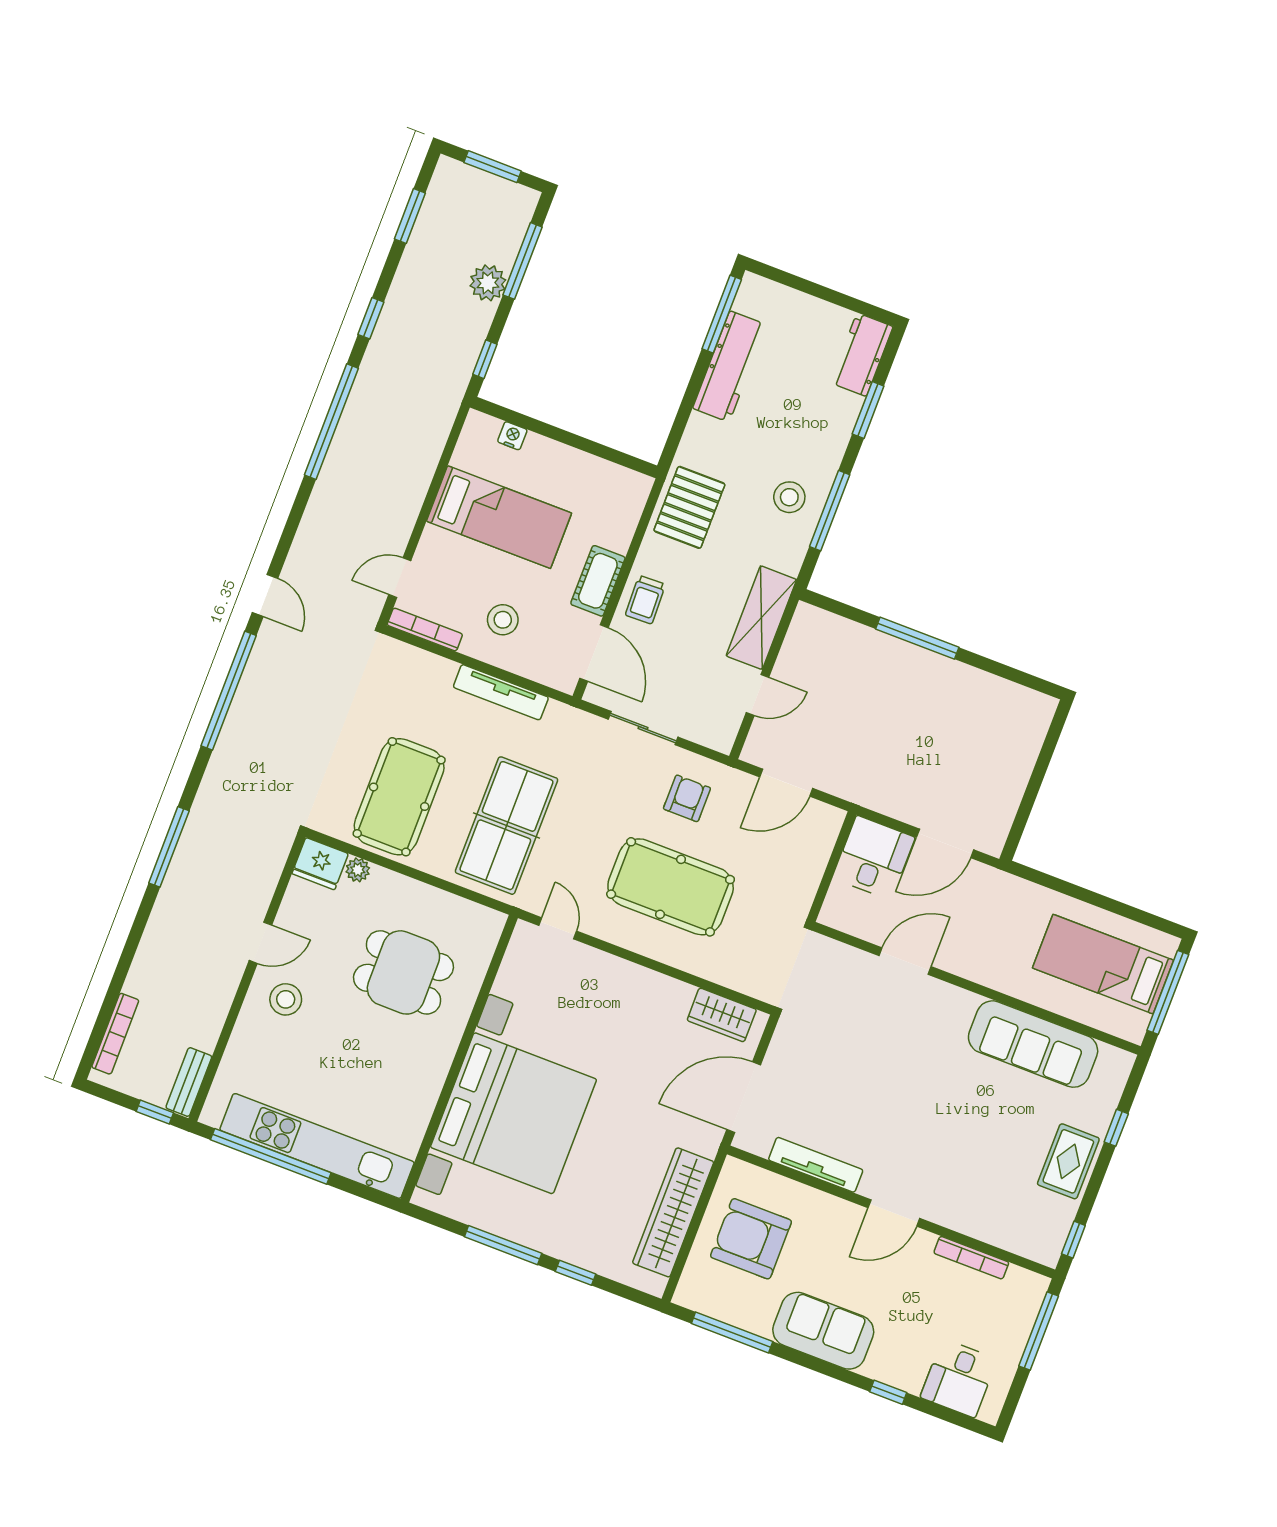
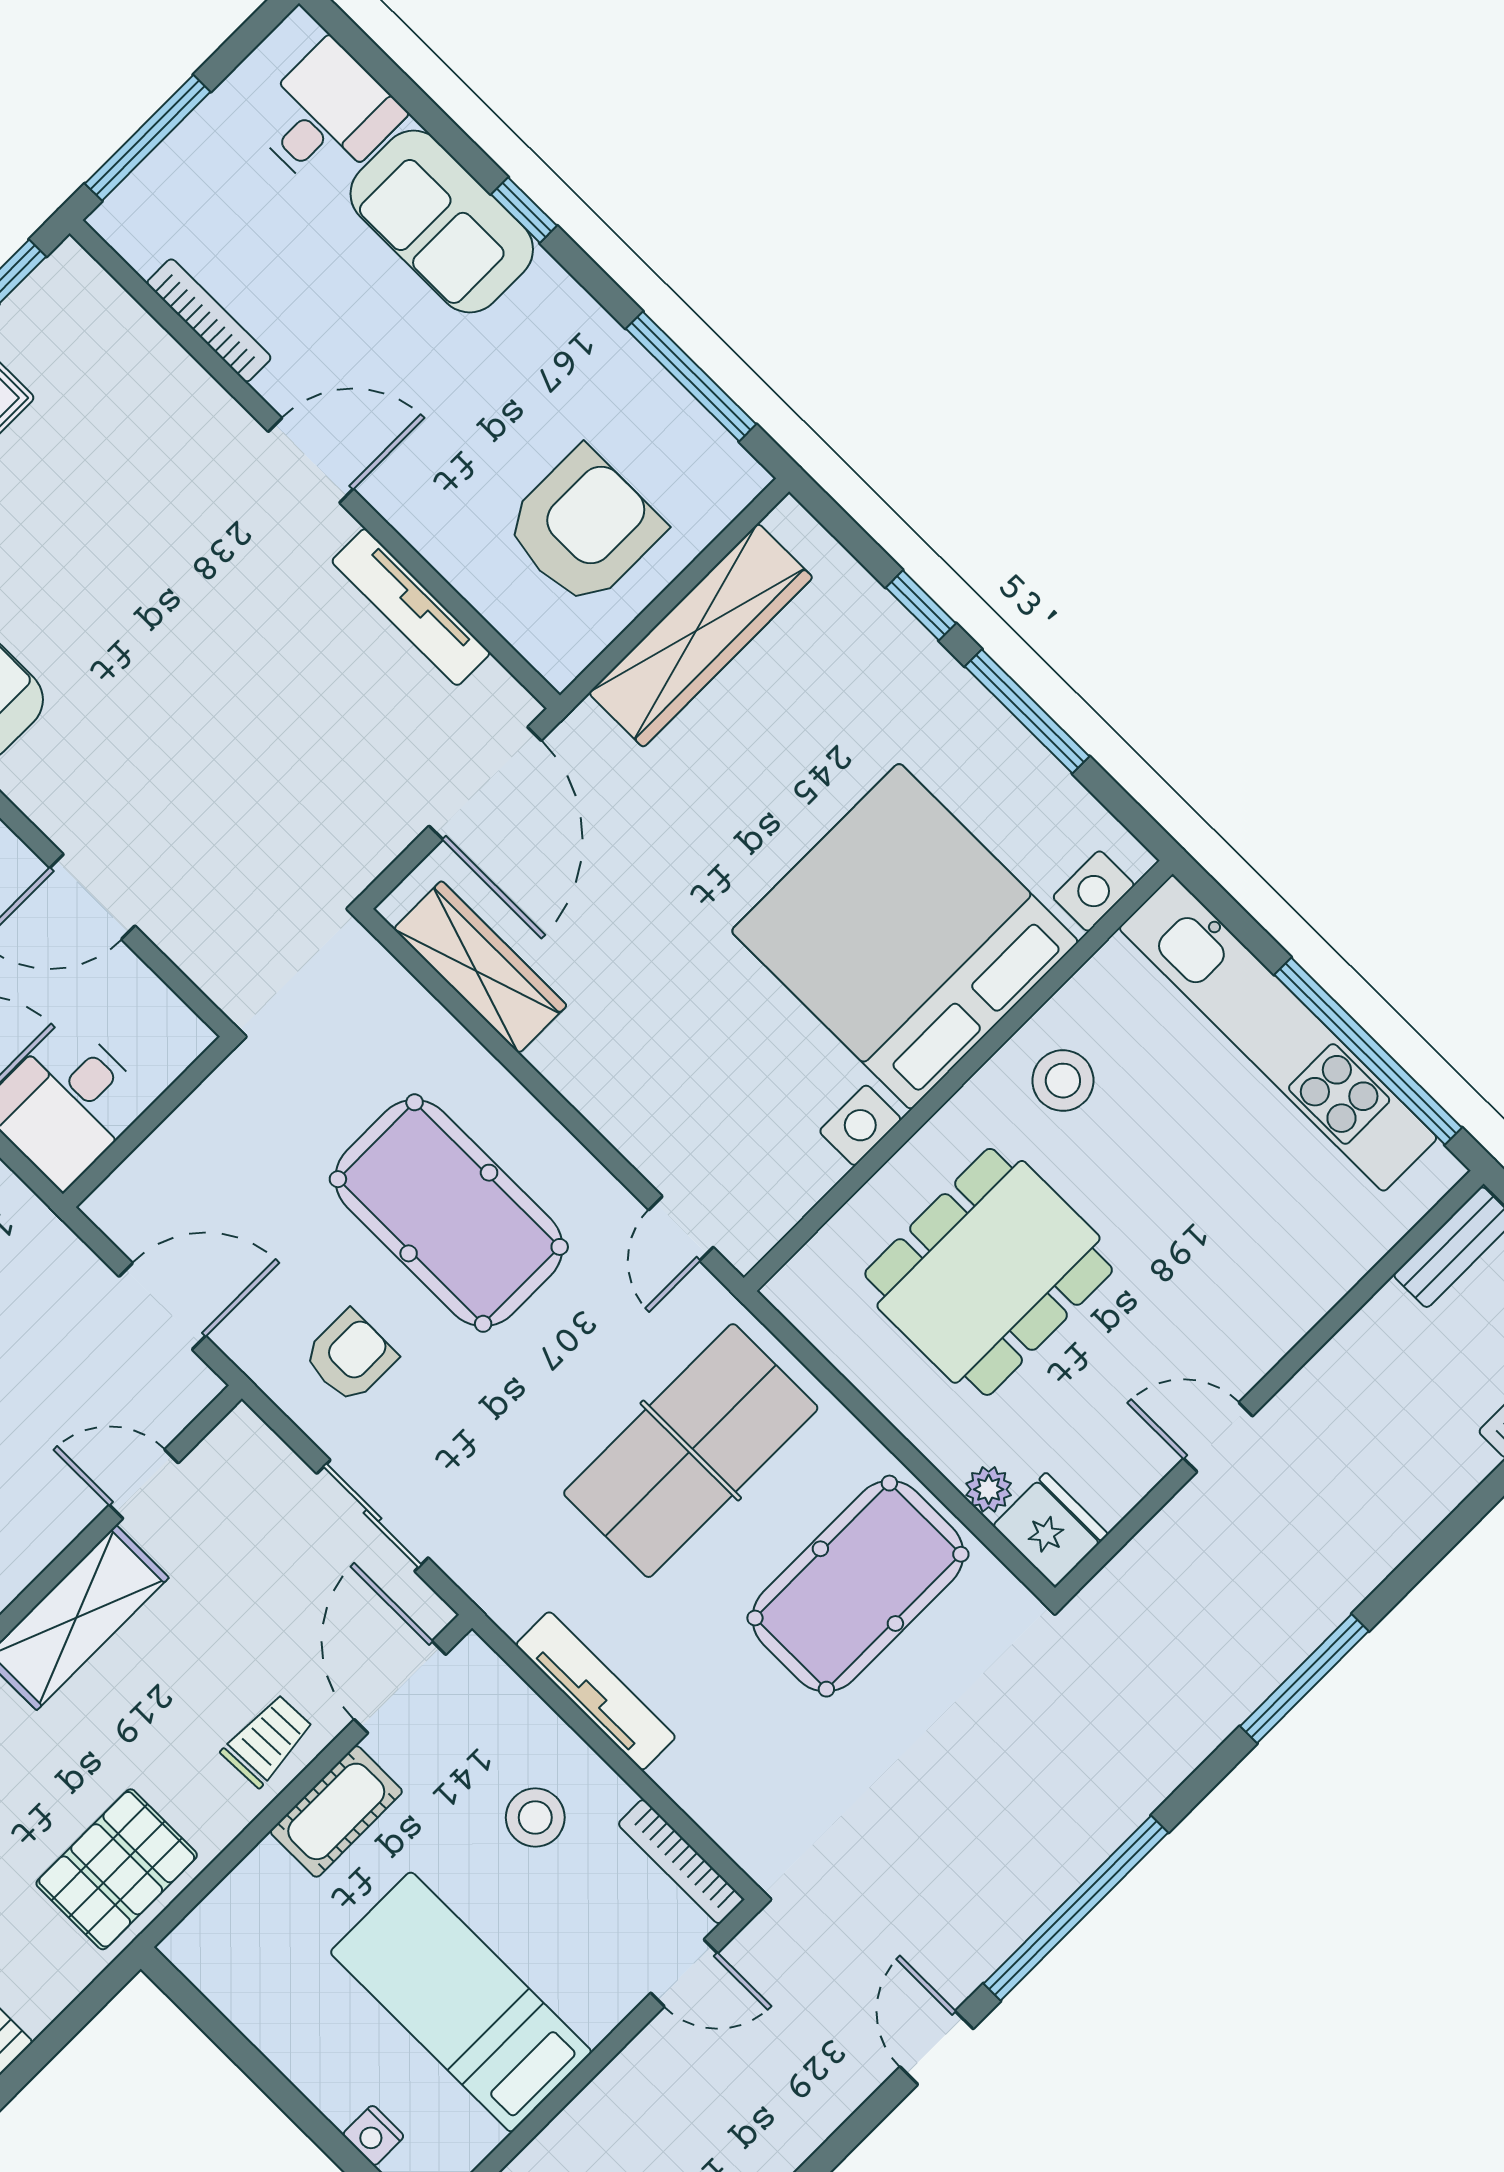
armchair: (687, 798) -> (350, 1357), turned 180
dining table: (403, 972) -> (989, 1272), width x1.38
stool: (286, 999) -> (1063, 1081), moved
wardrobe: (722, 1015) -> (480, 967), width x1.50
door: (744, 1097) -> (485, 783), hinge flipped
armchair: (751, 1239) -> (584, 527), turned -90
sofa: (823, 1331) -> (442, 221), moved
window: (888, 1392) -> (524, 210), moved

